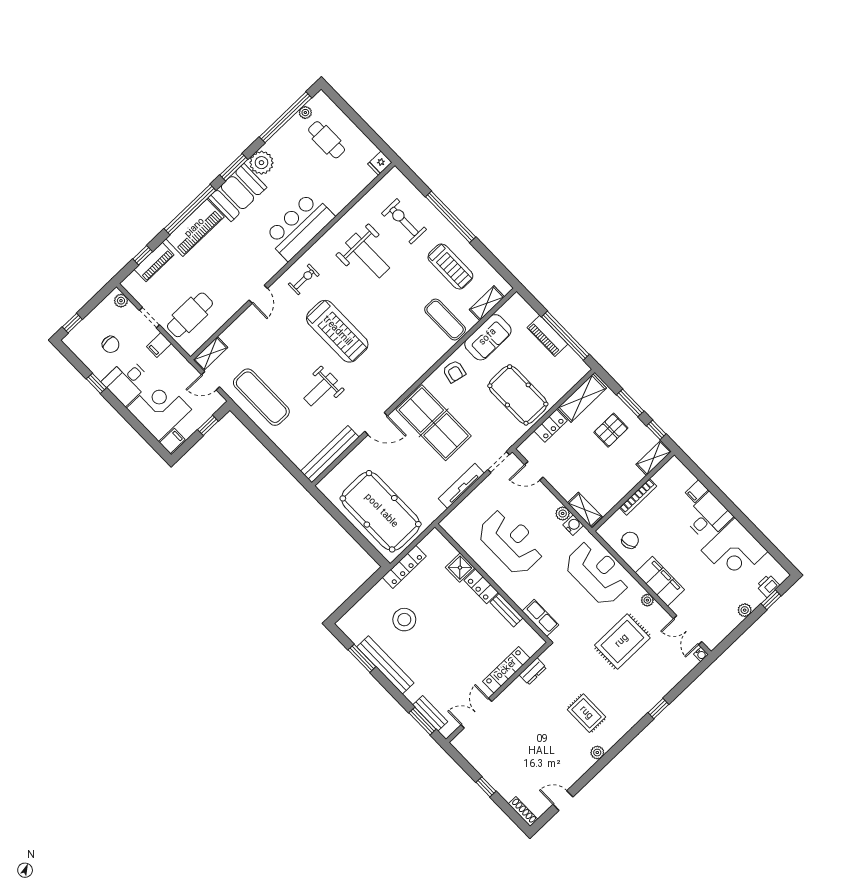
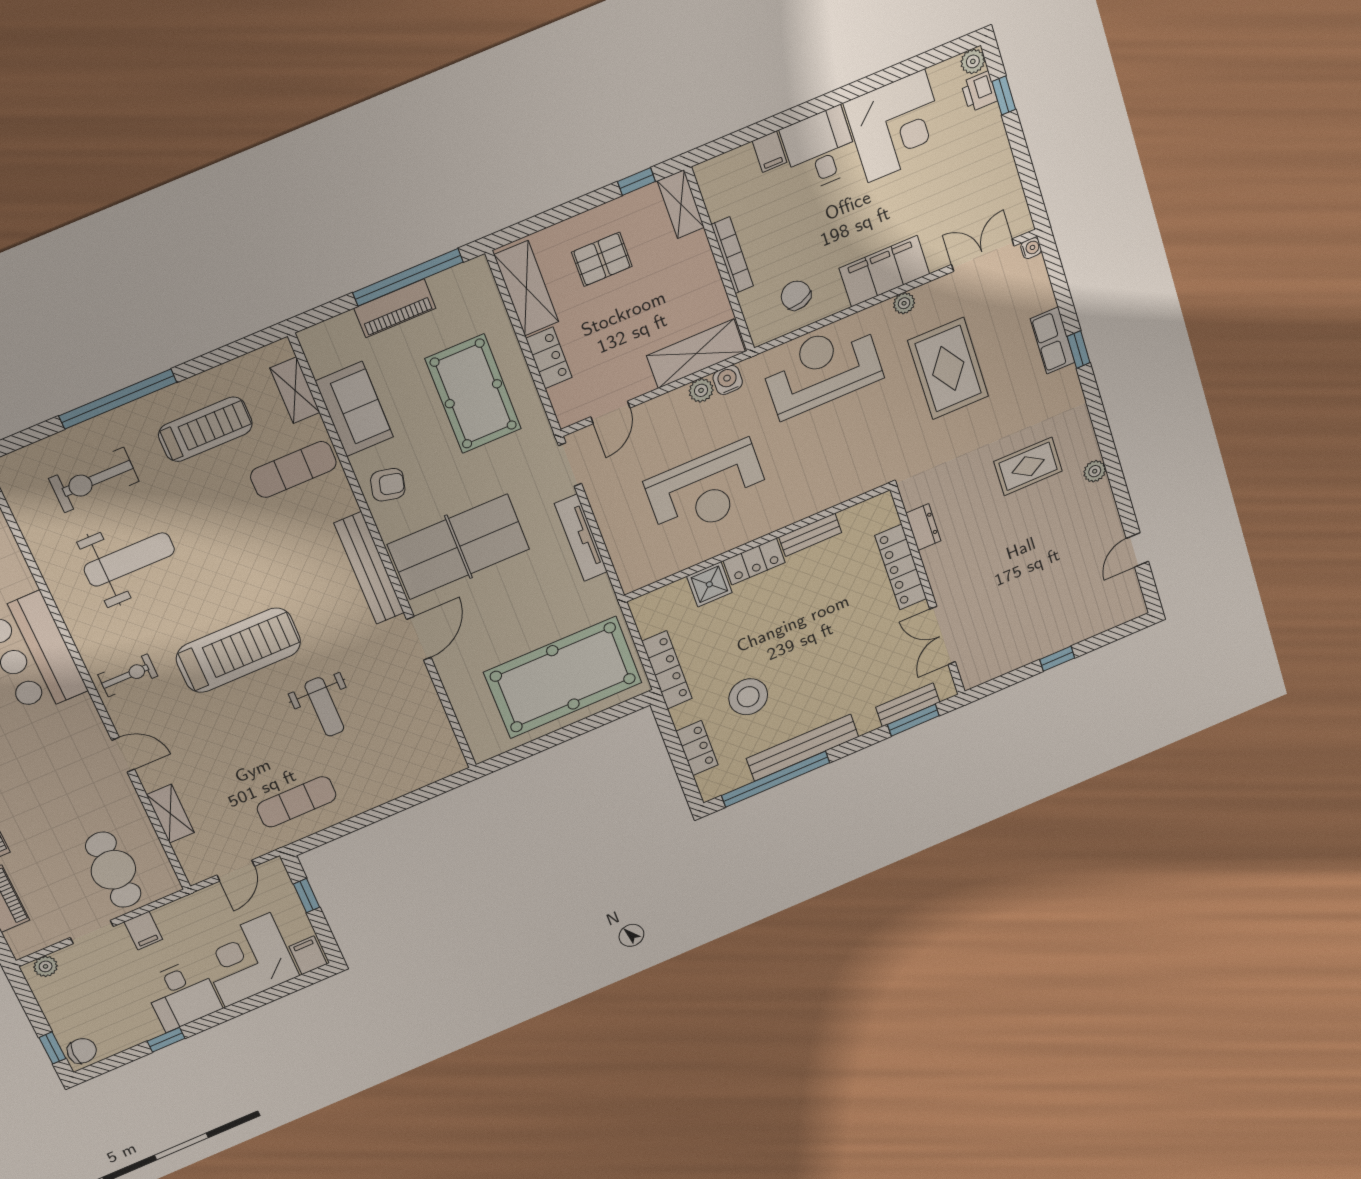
exercise bike: (304, 279) -> (128, 675), turned 90
chair: (111, 344) -> (82, 1051), moved
shelving: (210, 354) -> (170, 814), moved
pool table: (518, 395) -> (473, 394), turned 90
exercise mat: (261, 397) -> (297, 802), width x0.73, depth x0.69
window: (630, 403) -> (571, 209), removed
pallet: (611, 430) -> (602, 259), turned 90
bench: (330, 454) -> (369, 568), moved
shelving: (585, 510) -> (696, 354), width x1.50, depth x1.33
reception desk: (511, 542) -> (707, 490), turned 180
locker: (365, 605) -> (697, 748), added
plant: (745, 610) -> (973, 61), moved
row of seats: (540, 618) -> (1053, 341), moved, turned -90
double door: (688, 630) -> (983, 255), swing flipped
window: (362, 658) -> (776, 779), width x2.11
shoe rack: (523, 812) -> (1122, 616), removed

